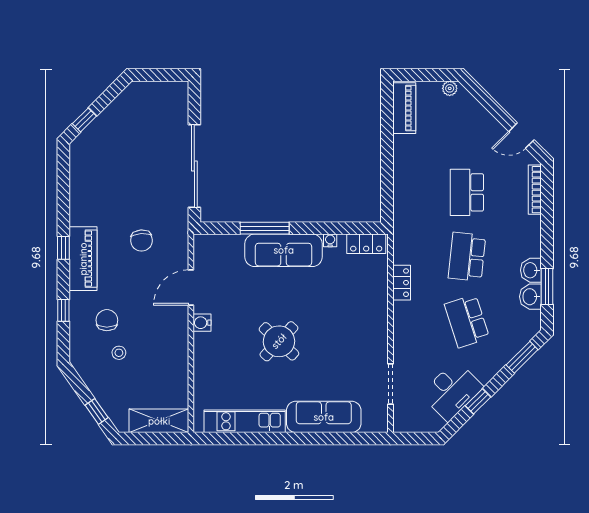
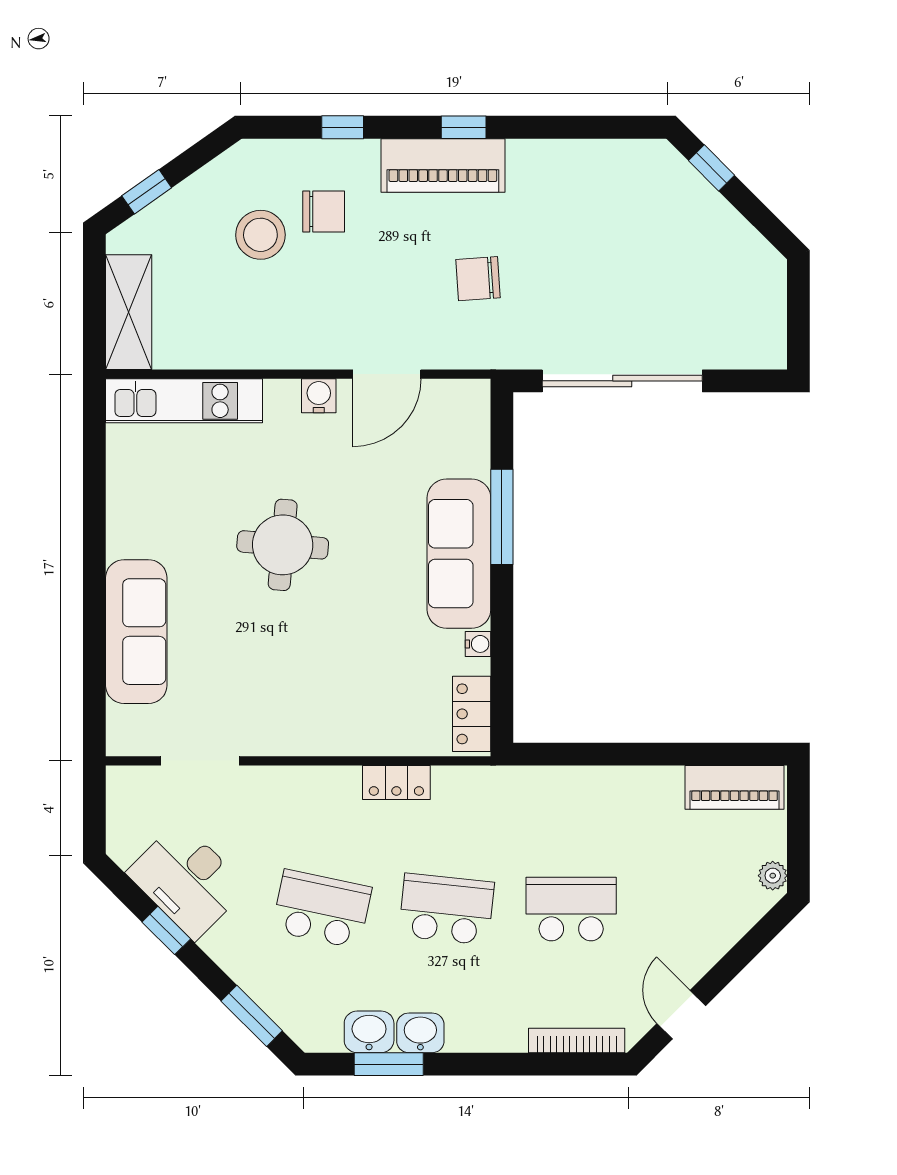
door: (191, 288) -> (387, 374), swing flipped
school desk: (467, 321) -> (322, 909), turned 30
round table: (279, 341) -> (283, 545), turned -38
stool: (119, 353) -> (260, 235), width x1.89, depth x1.89
kitchen unit: (245, 421) -> (184, 401), moved, turned 90

